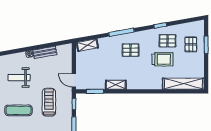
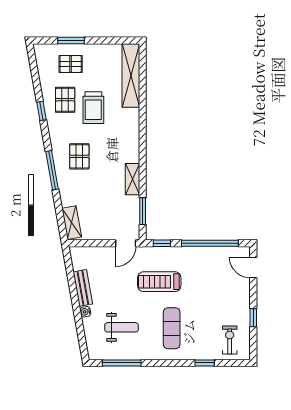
trolley: (162, 59) -> (93, 108), turned 180
weight bench: (19, 78) -> (122, 327), turned -90

